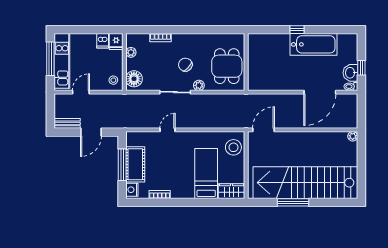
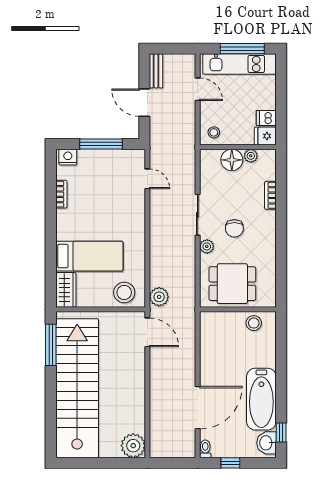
window: (297, 30) -> (281, 433), moved
stool: (256, 50) -> (254, 323), added
chair: (185, 65) -> (234, 228), turned 138
washbasin: (350, 73) -> (266, 443), moved, turned -90
floor lamp: (134, 79) -> (232, 160), moved
door: (320, 92) -> (198, 408), swing flipped
plant: (237, 121) -> (159, 297), added
door: (167, 130) -> (147, 179), moved
plant: (353, 136) -> (133, 446), width x1.88, depth x1.88
cot: (135, 164) -> (102, 162), removed
window: (293, 202) -> (51, 345), moved

